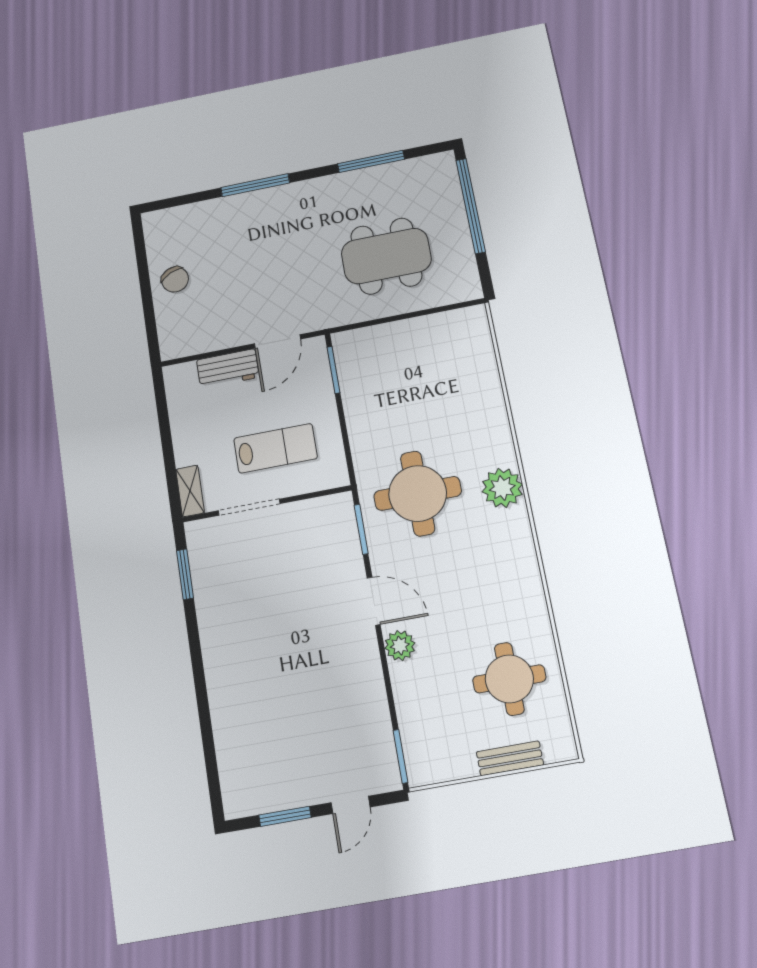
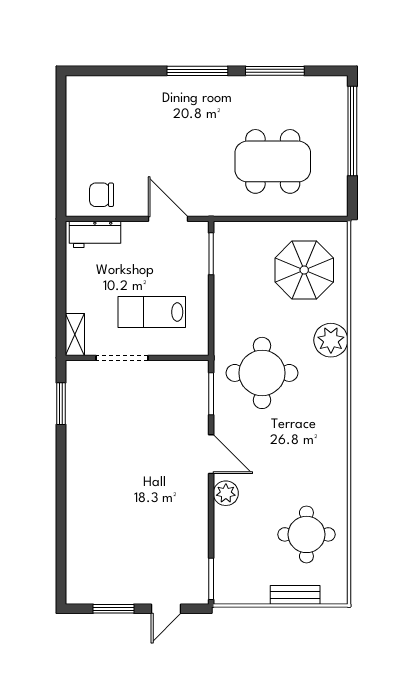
window: (255, 185) -> (197, 71), moved
chair: (175, 279) -> (102, 195), moved, turned 115
door: (277, 341) -> (168, 219), swing flipped
parasol: (445, 367) -> (304, 270), added
workbench: (228, 369) -> (95, 234), moved
lab bench: (276, 448) -> (152, 312), turned 180
plant: (502, 488) -> (331, 340), moved

